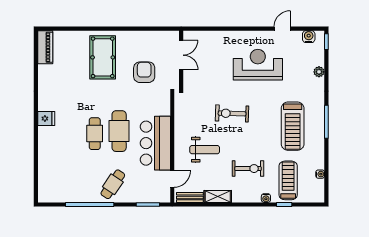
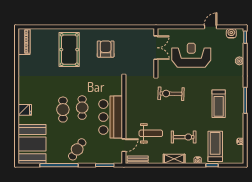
double door: (181, 55) -> (156, 48), moved
wall: (181, 60) -> (156, 51), moved
armchair: (144, 72) -> (106, 49), moved
fridge: (46, 119) -> (25, 110), moved
treadmill: (293, 126) -> (219, 104), width x0.73, depth x0.73
cafe table: (119, 131) -> (82, 108), width x0.73, depth x0.74
weight bench: (205, 150) -> (151, 133), moved
booth: (55, 177) -> (32, 144), added
shelving: (218, 196) -> (174, 159), moved

